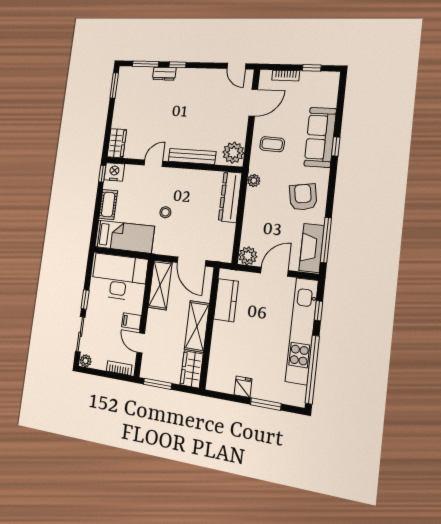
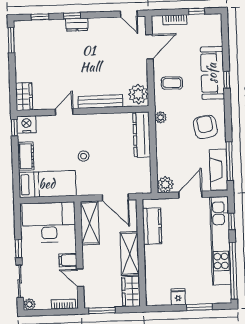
window: (146, 64) -> (40, 17), width x0.67
dresser: (164, 74) -> (77, 25), moved

